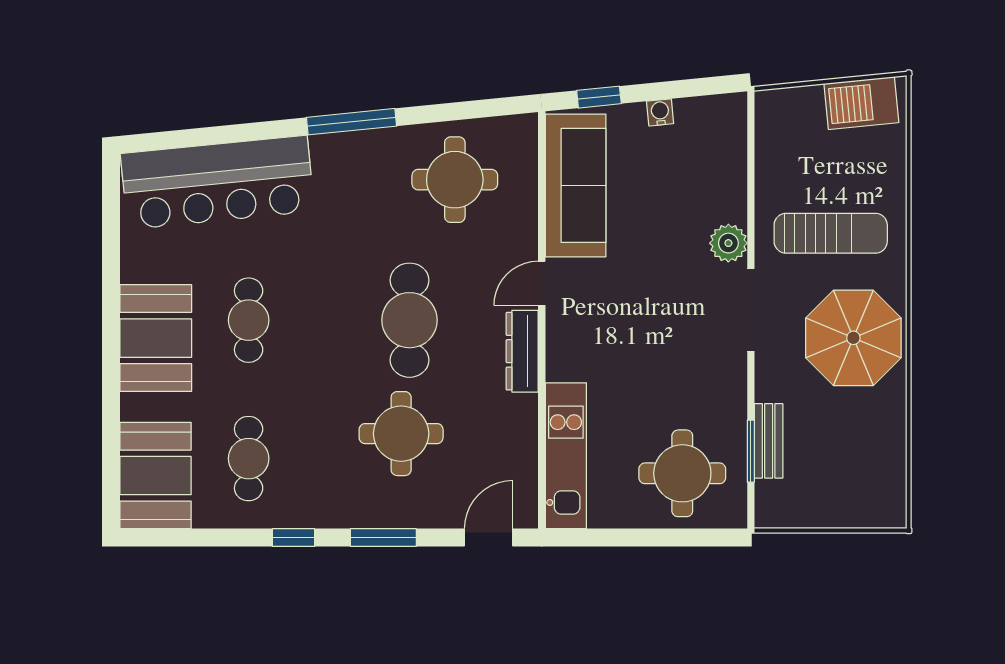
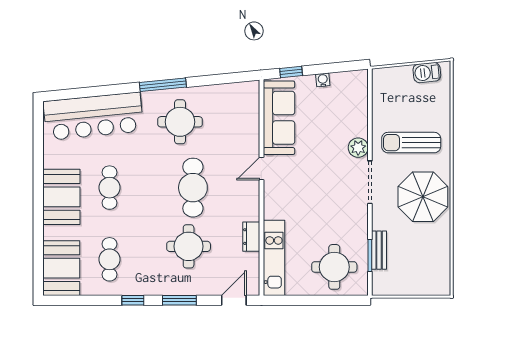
barbecue: (861, 103) -> (427, 73), width x0.73, depth x0.79
round table: (455, 180) -> (180, 122), moved
sun lounger: (831, 233) -> (411, 143), turned 180
dresser: (522, 351) -> (251, 237), moved, width x0.70

